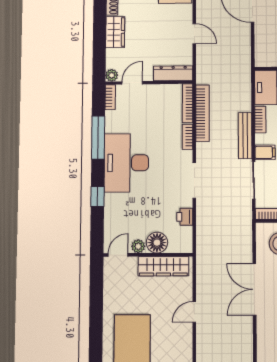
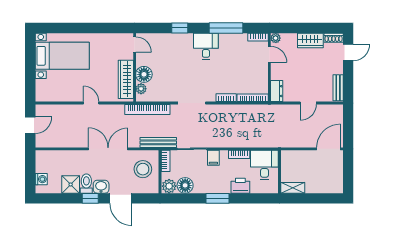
dresser: (173, 73) -> (277, 91), width x0.70
bookcase: (202, 113) -> (147, 109), moved
bench: (245, 136) -> (158, 142), moved
desk: (126, 163) -> (206, 46), width x0.53, depth x0.77
printer: (185, 217) -> (164, 96), removed
plant: (138, 246) -> (141, 89), moved

